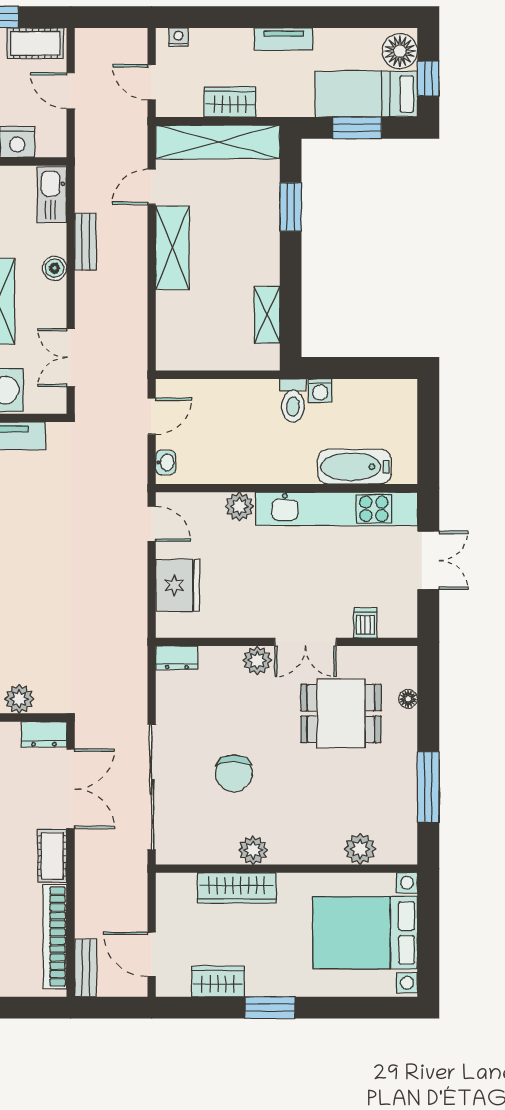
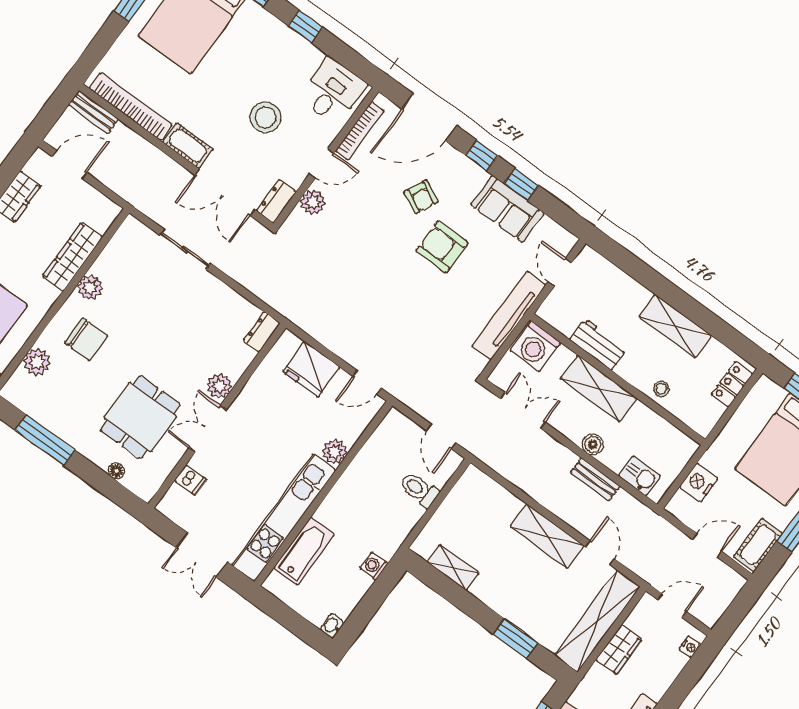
kitchen sink: (52, 195) -> (640, 476), width x0.73
toilet: (293, 401) -> (419, 490), moved
washbasin: (166, 462) -> (332, 626), moved, turned 90
chair: (234, 773) -> (86, 339), moved, turned 180
sliding door: (152, 787) -> (185, 249), width x0.54

